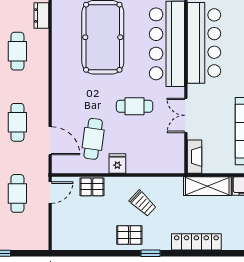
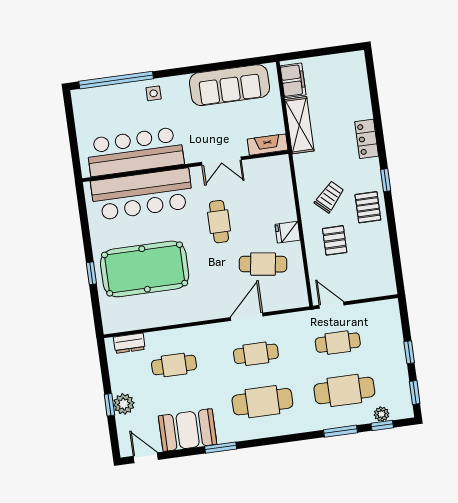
door: (50, 141) -> (247, 317), moved
pallet: (92, 187) -> (335, 240), moved
locker: (196, 242) -> (367, 139), width x0.66

